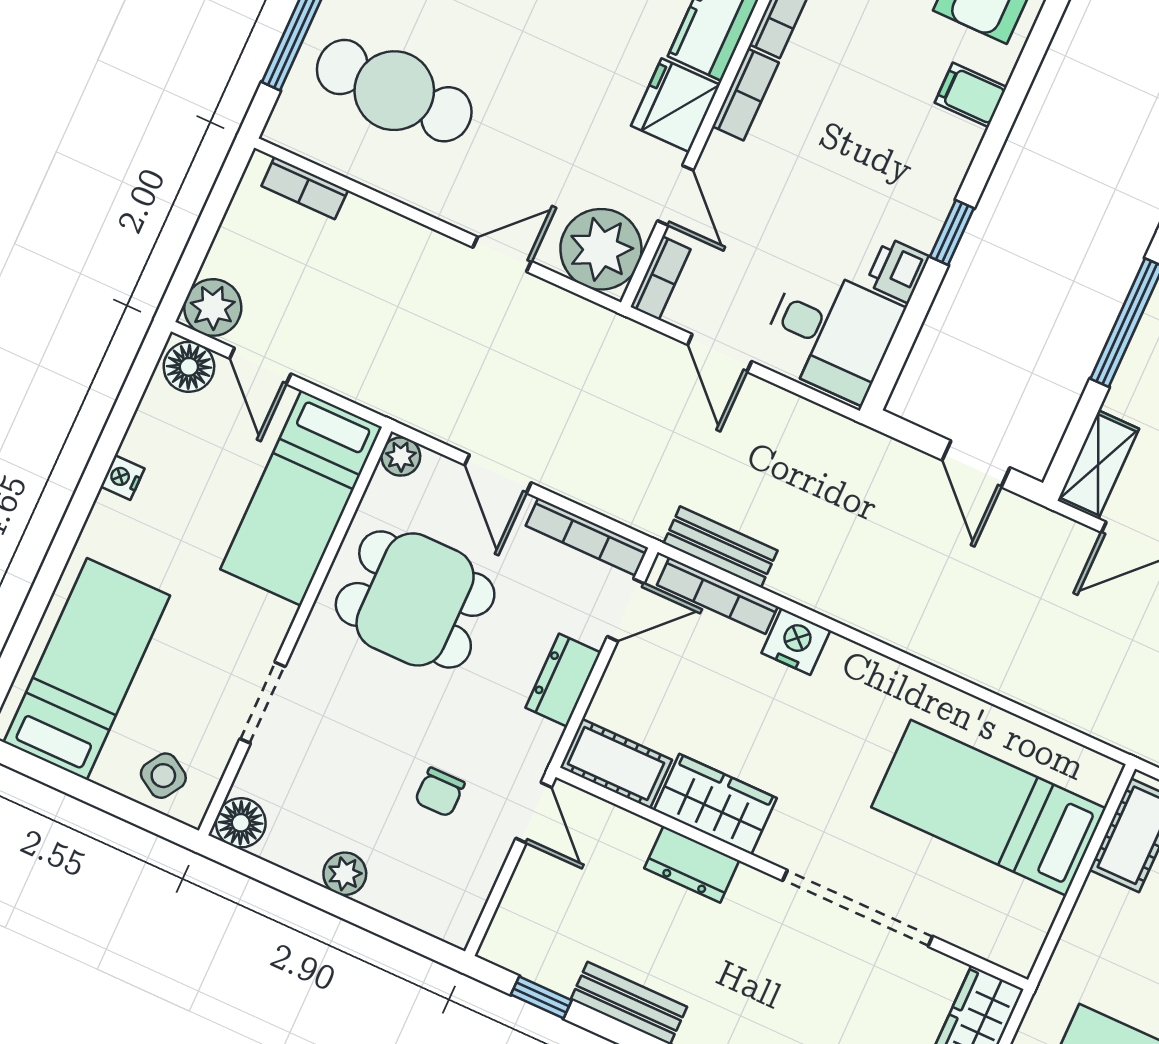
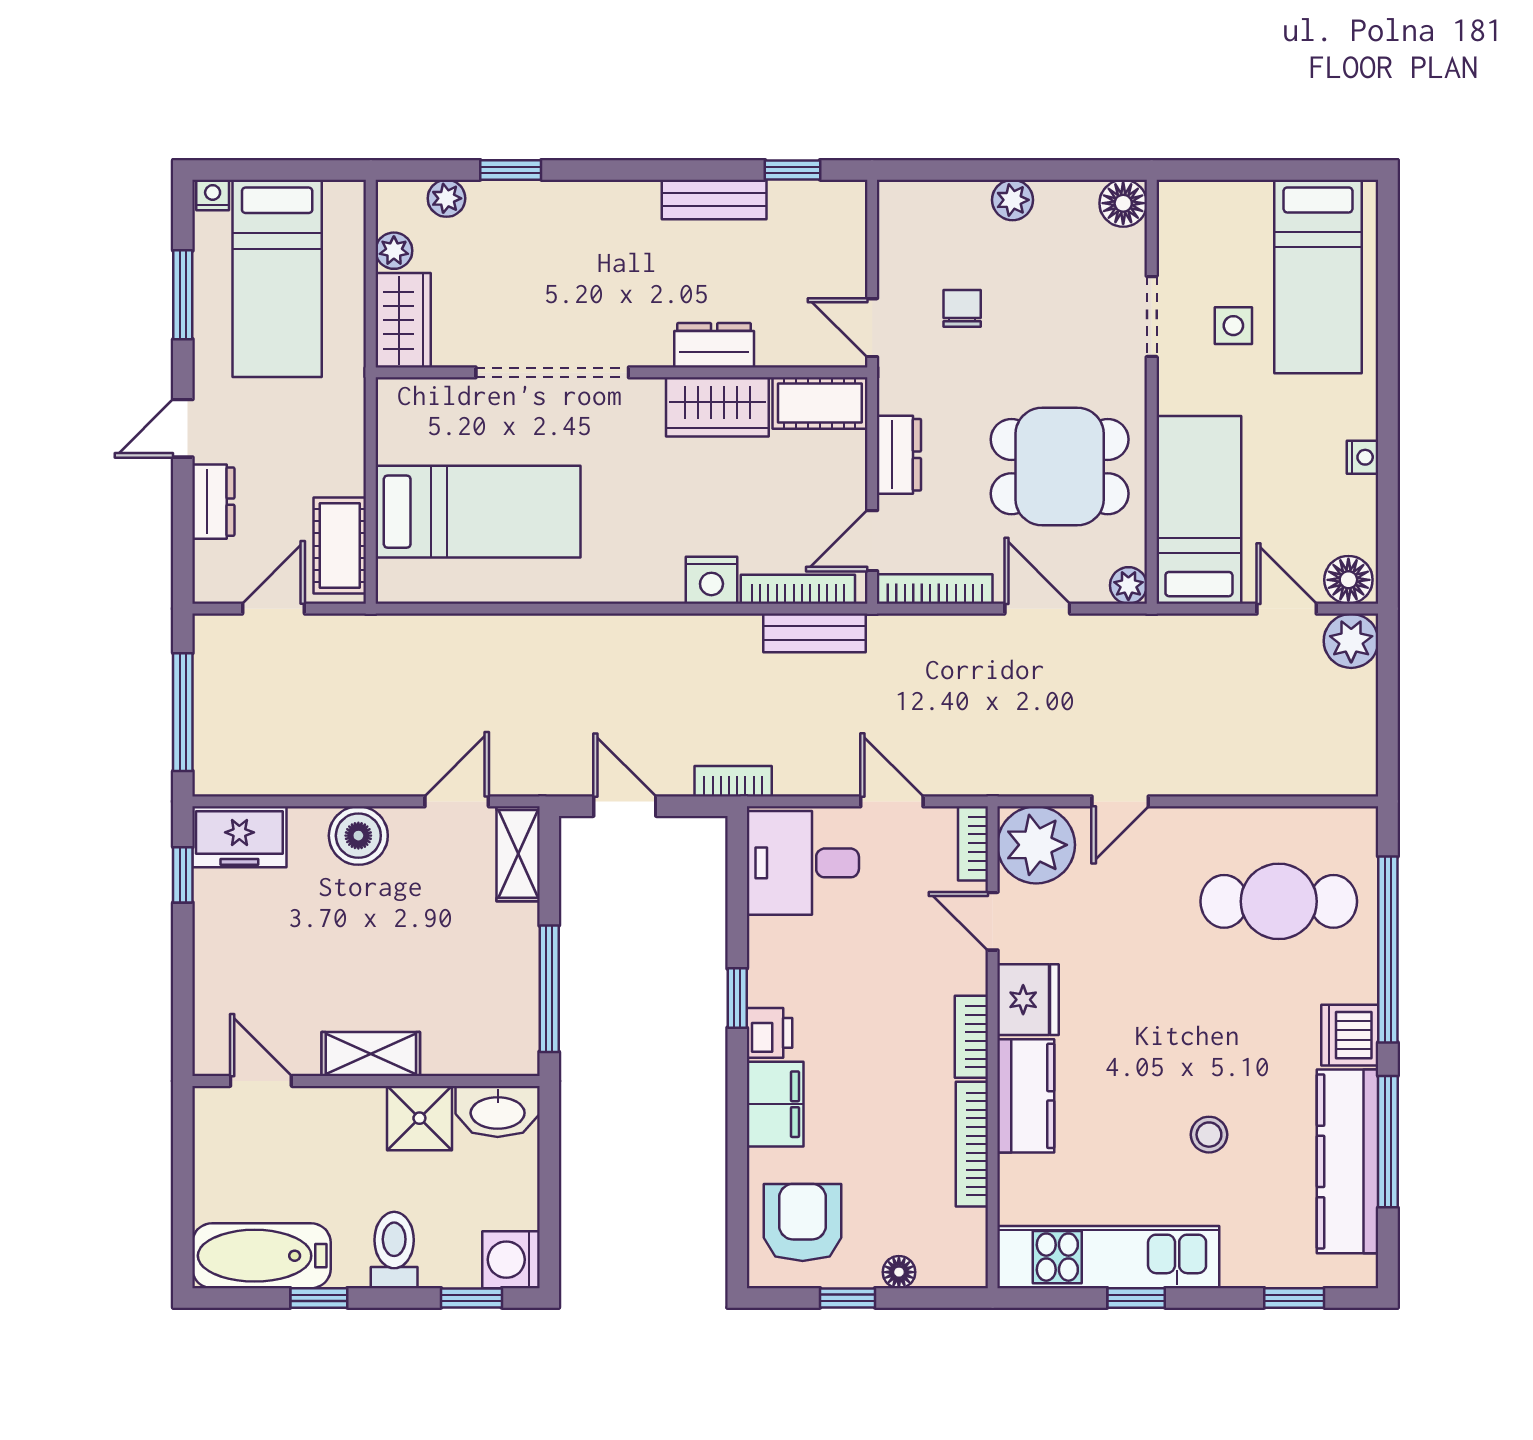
filing cabinet: (971, 95) -> (775, 1104), width x2.00
bookcase: (305, 188) -> (733, 781), moved
printer: (898, 270) -> (770, 1033), moved
side table: (163, 776) -> (1233, 326), moved, turned -32

